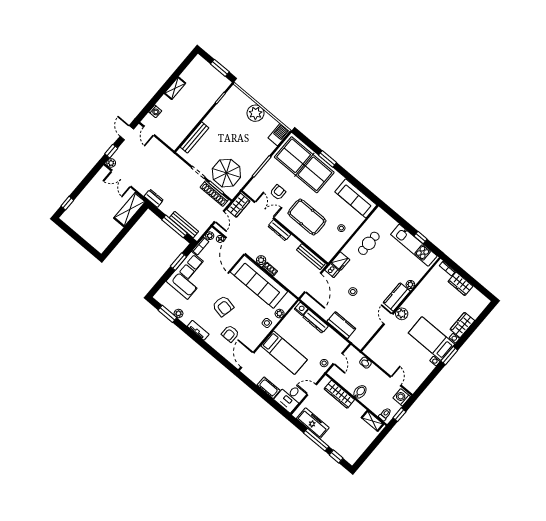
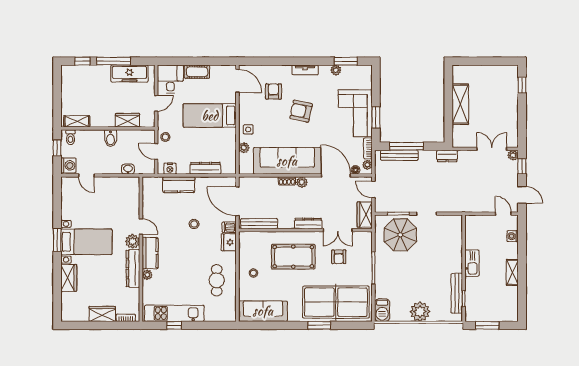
kitchen sink: (196, 116) -> (472, 263), added
bench: (195, 137) -> (457, 293), moved
shoe rack: (214, 193) -> (396, 207), removed
shelving: (130, 210) -> (460, 104), moved
dresser: (416, 296) -> (133, 268), added
nightstand: (301, 309) -> (170, 169), moved
wardrobe: (339, 394) -> (127, 120), width x0.67

